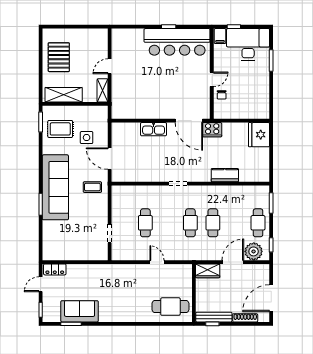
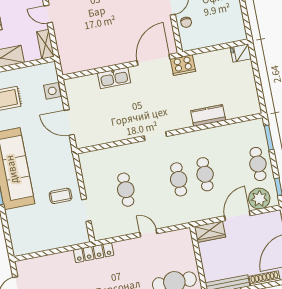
door: (110, 66) -> (48, 14), hinge flipped
door: (189, 121) -> (154, 60), swing flipped
fridge: (259, 135) -> (241, 53), width x0.53, depth x0.75
side table: (87, 138) -> (52, 91), moved
coffee table: (92, 187) -> (61, 196), moved
locker: (55, 269) -> (94, 253), moved, width x1.53

